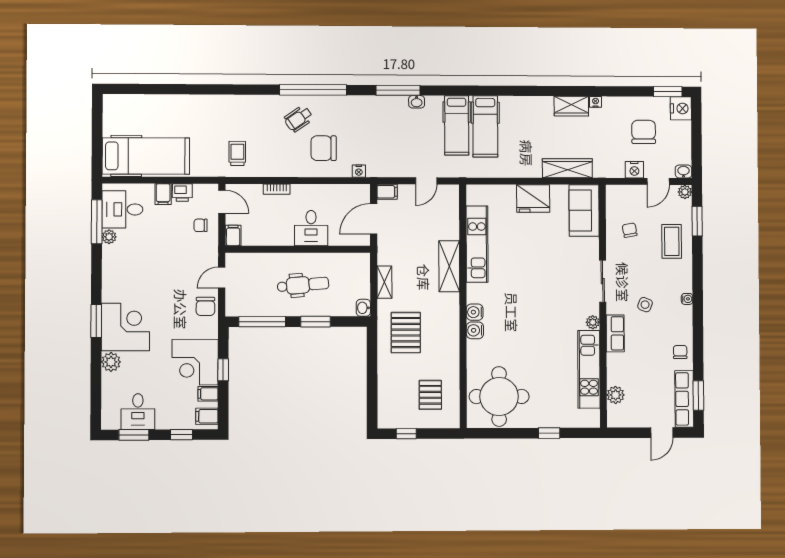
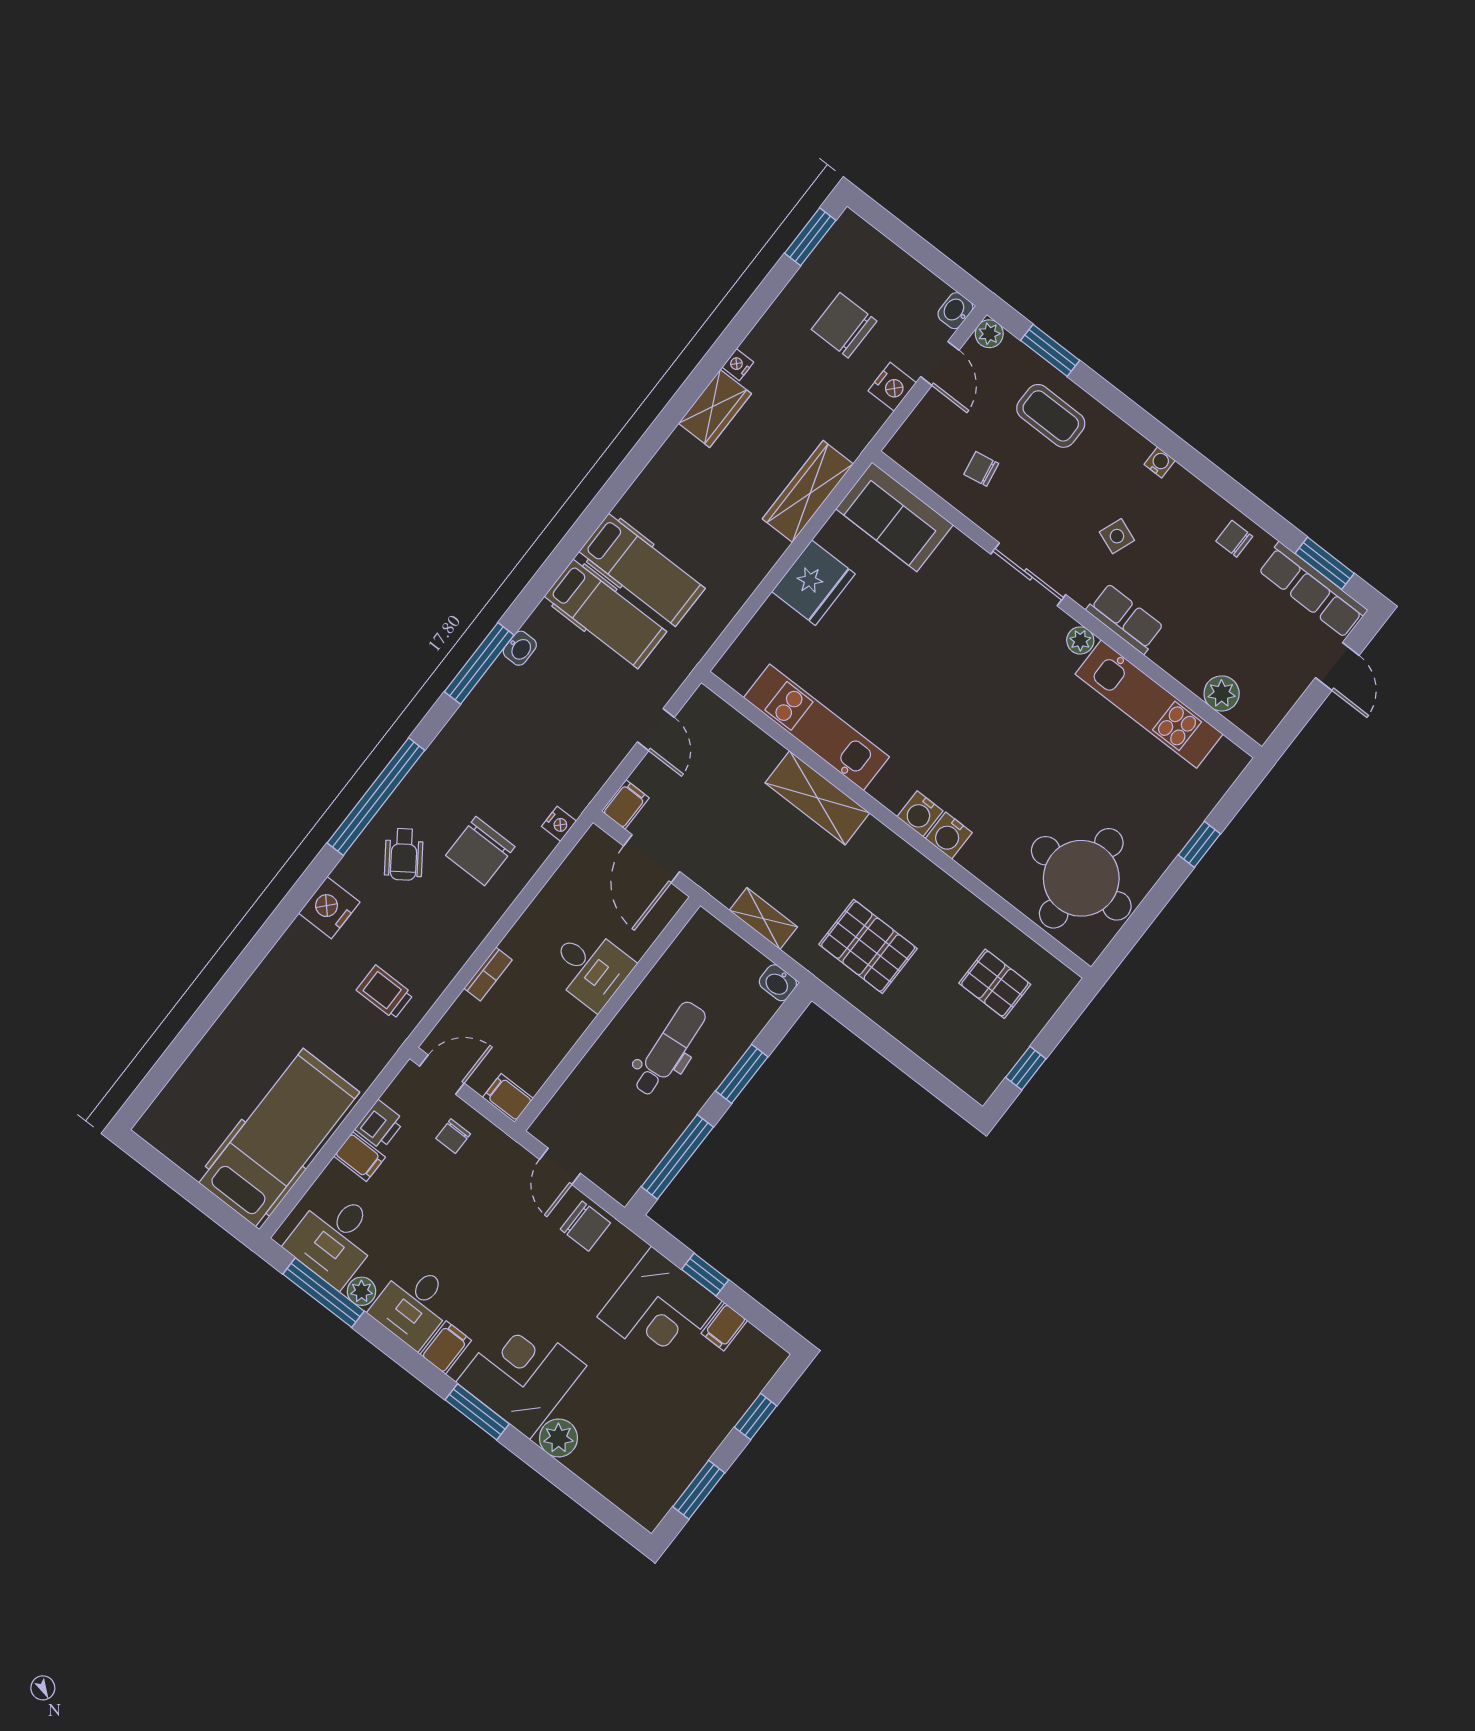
nightstand: (681, 108) -> (329, 908), moved, turned -90
desk: (138, 412) -> (414, 1305), moved, turned 90
filing cabinet: (207, 416) -> (446, 1347), moved, turned 180

